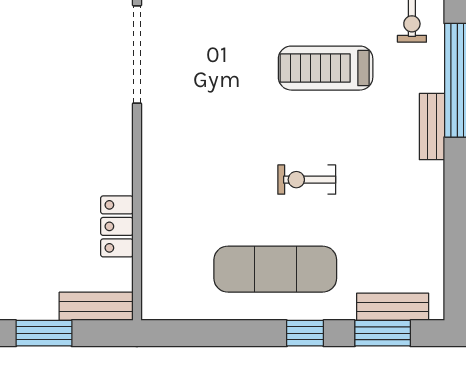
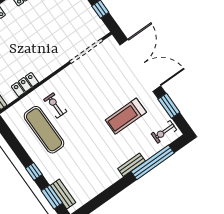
treadmill: (326, 68) -> (126, 116), turned -90
exercise bike: (307, 180) -> (55, 105), moved
exercise mat: (275, 269) -> (44, 130), moved

